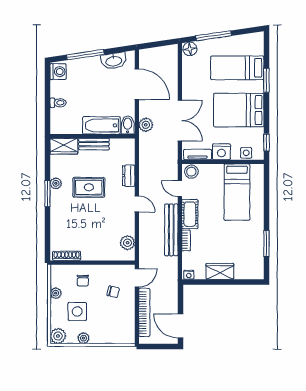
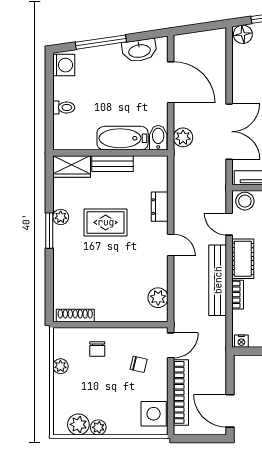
side table: (77, 311) -> (154, 414), moved
plant: (58, 336) -> (78, 424), moved

